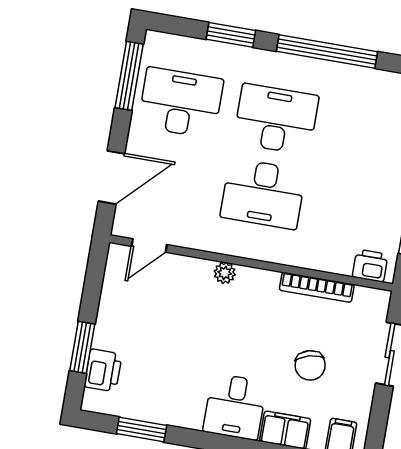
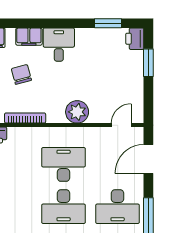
plant: (225, 273) -> (77, 112), width x1.88, depth x1.88
printer: (103, 370) -> (135, 39), moved

